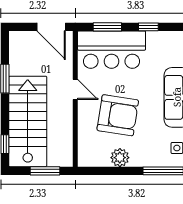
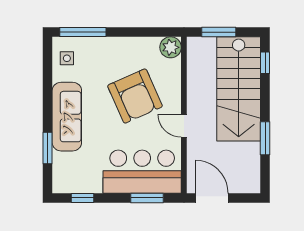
window: (148, 27) -> (82, 198), moved
armchair: (118, 115) -> (135, 96), turned -123
plant: (120, 158) -> (171, 47), moved

